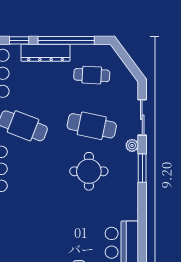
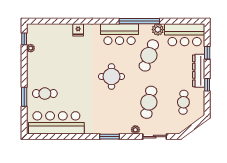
window: (66, 40) -> (207, 85), width x0.32
window: (142, 168) -> (109, 137), moved
round table: (89, 171) -> (111, 77), moved

